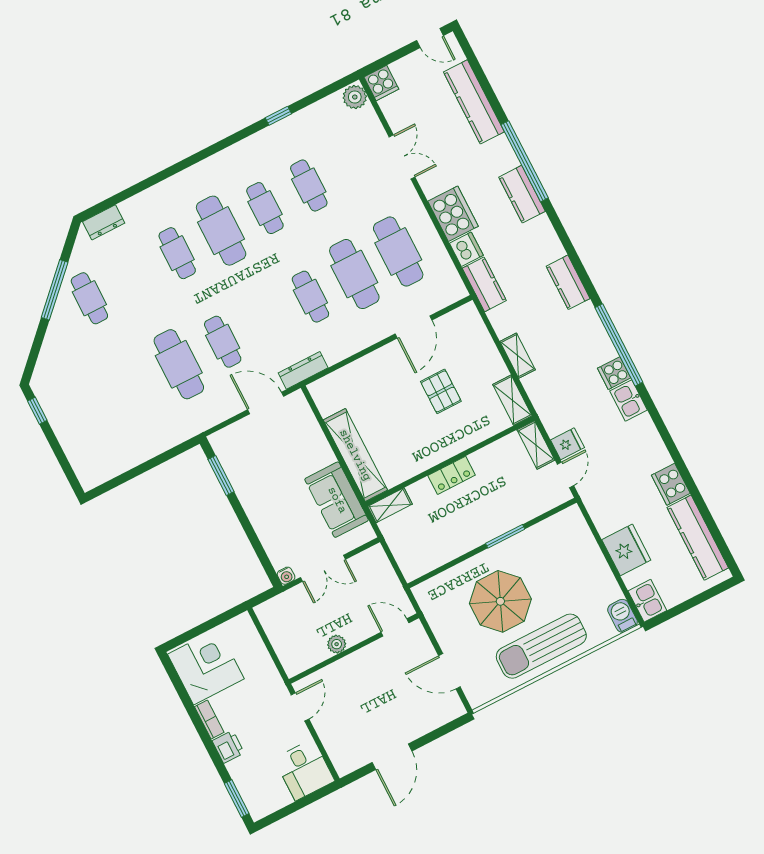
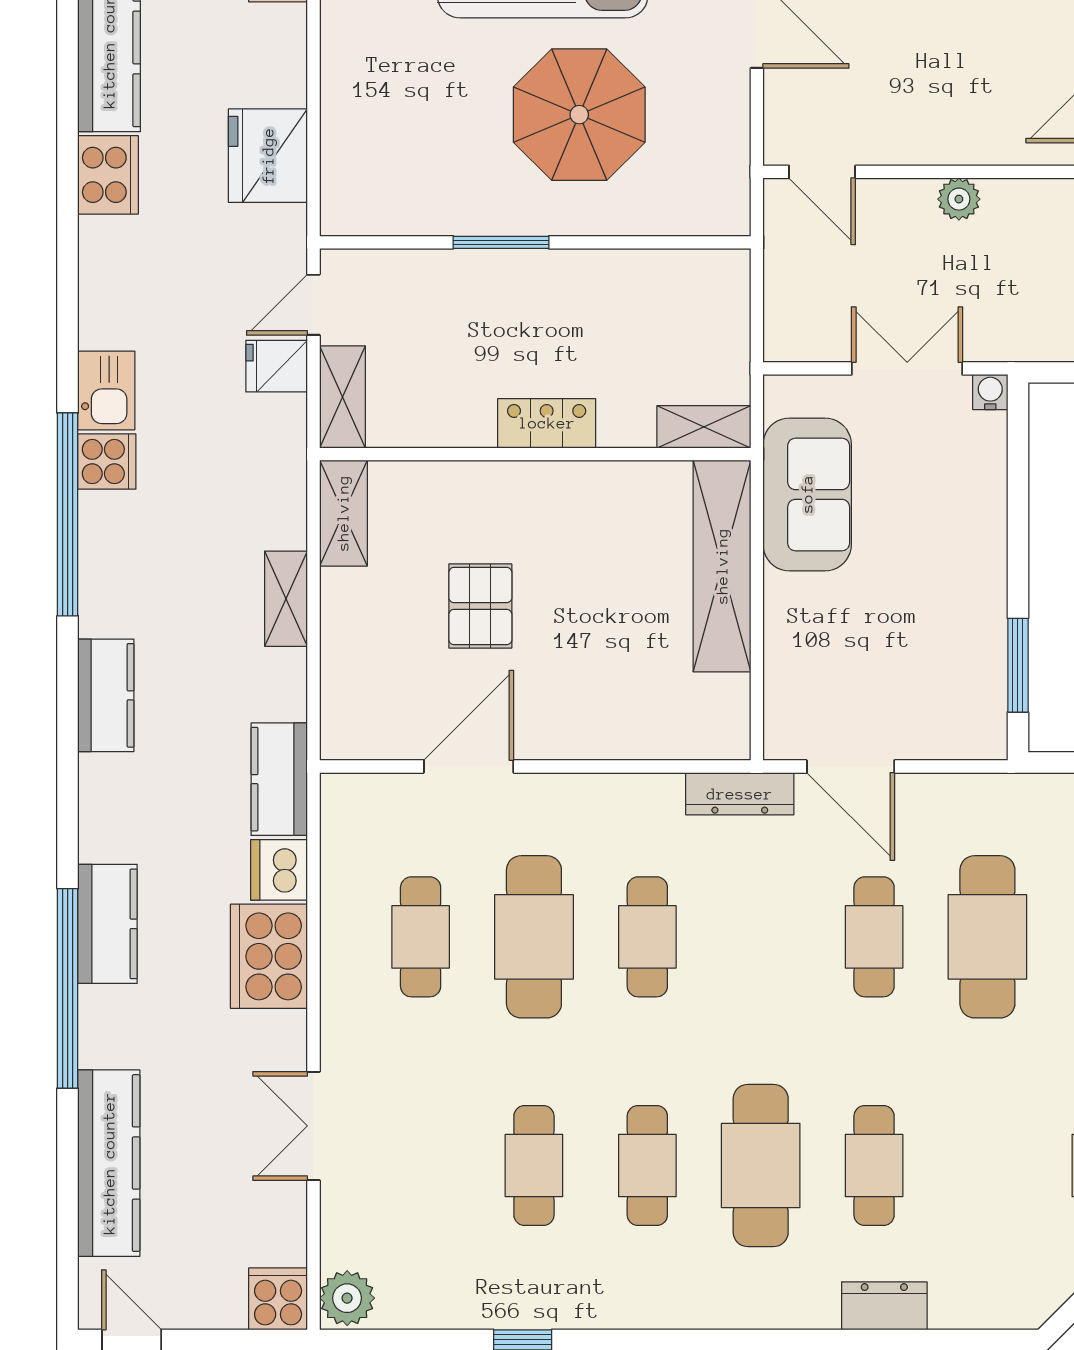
dresser: (104, 222) -> (884, 1306), moved
cafe table: (398, 251) -> (421, 937), width x0.73, depth x0.74
fridge: (626, 550) -> (268, 156), moved

